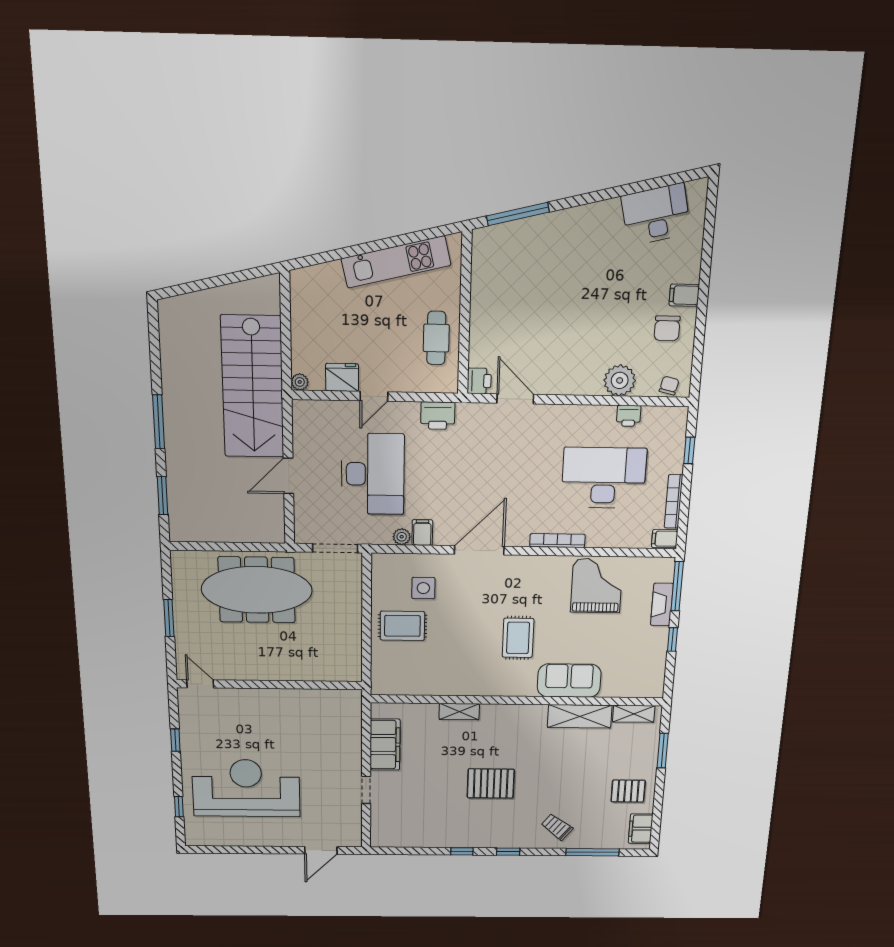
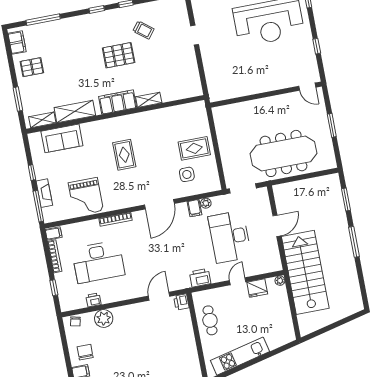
door: (515, 399) -> (159, 296), swing flipped
sofa: (569, 681) -> (62, 138), moved
filing cabinet: (385, 745) -> (118, 102), moved, turned 90
trolley: (557, 827) -> (143, 30), moved

